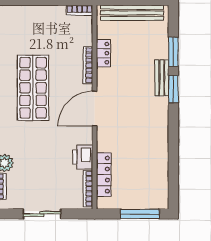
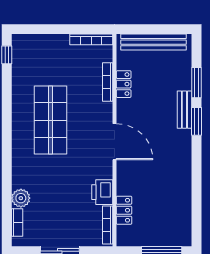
bookcase: (80, 10) -> (91, 39), width x1.56
bookcase: (88, 65) -> (108, 82), moved
door: (95, 109) -> (114, 142), swing flipped
locker: (104, 175) -> (124, 210), width x0.66

